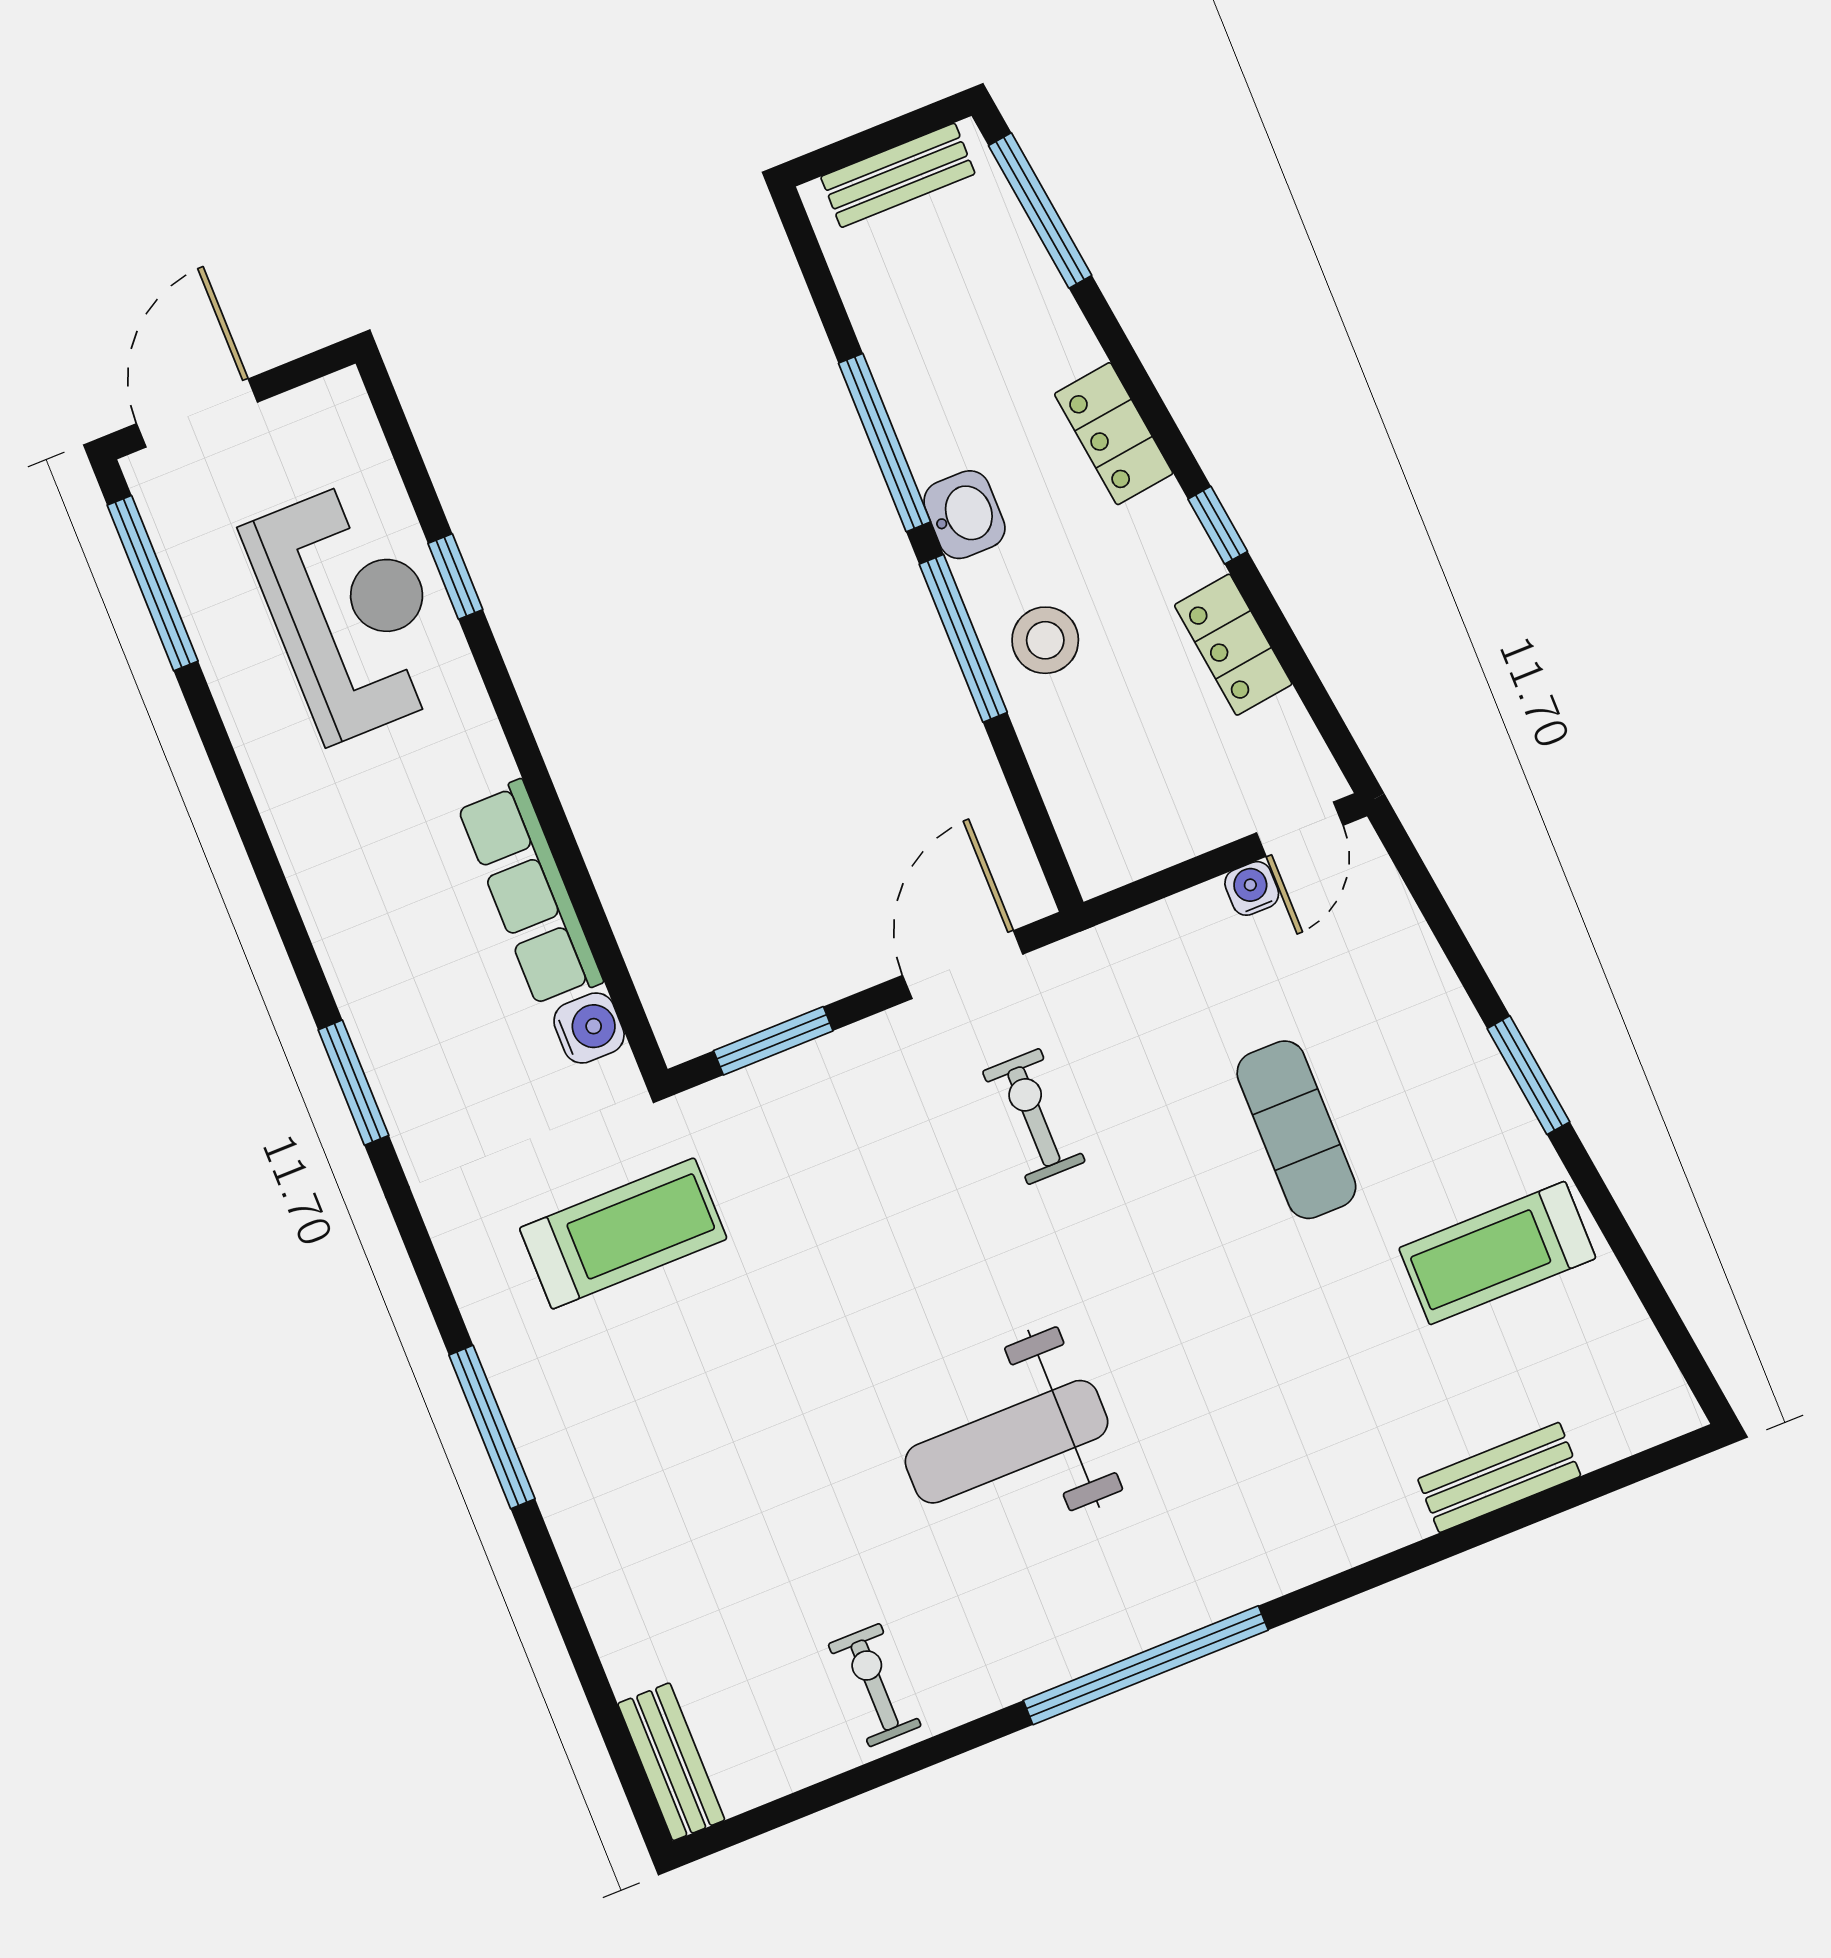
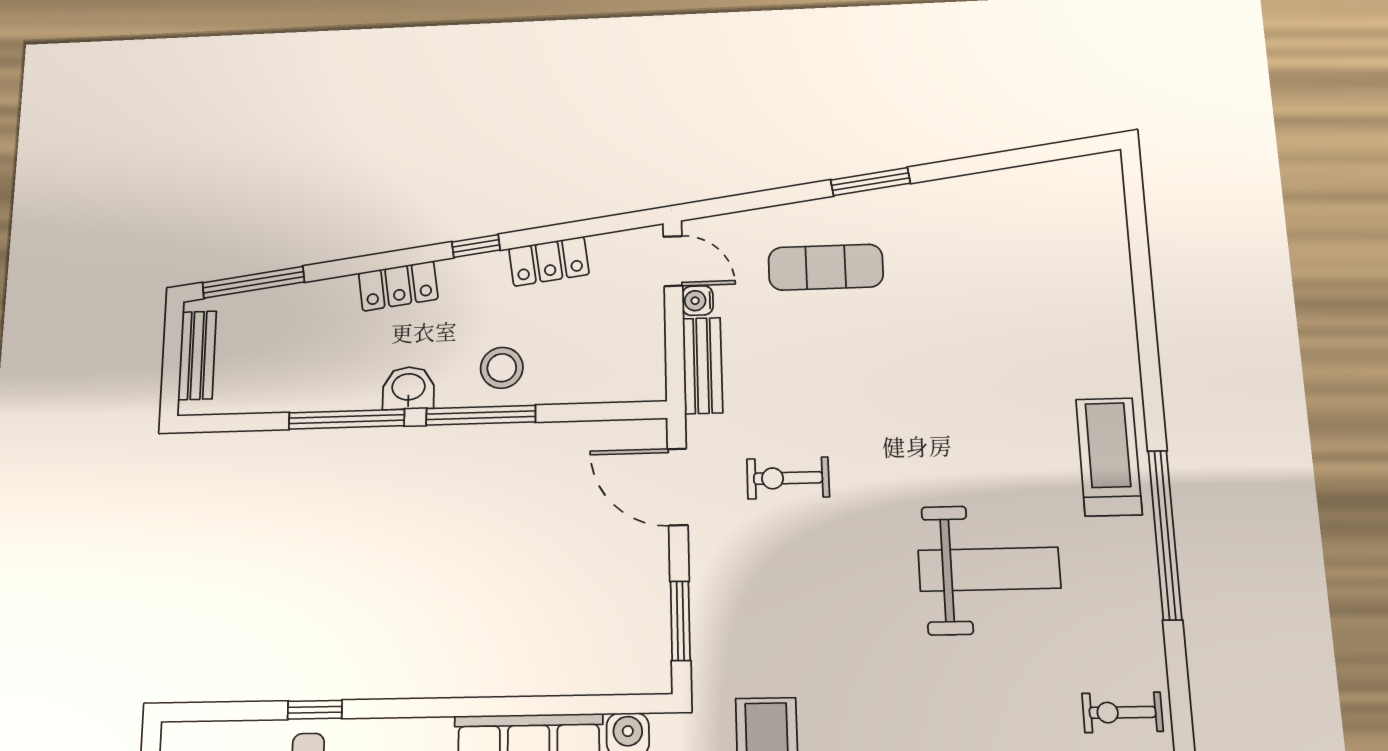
exercise mat: (1296, 1130) -> (826, 267), moved
treadmill: (1497, 1253) -> (1109, 457), moved, turned 180
weight bench: (1006, 1442) -> (989, 569), turned -90
bench: (1499, 1477) -> (703, 366), moved

